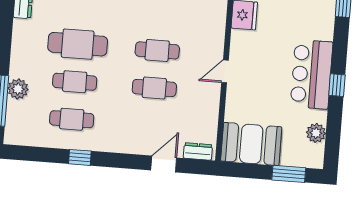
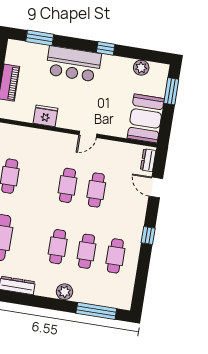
cafe table: (78, 44) -> (58, 247), width x0.73, depth x0.74
door: (225, 71) -> (88, 134), hinge flipped
bar counter: (312, 74) -> (73, 64), moved
plant: (18, 89) -> (65, 292), moved
window: (80, 157) -> (148, 236), moved

